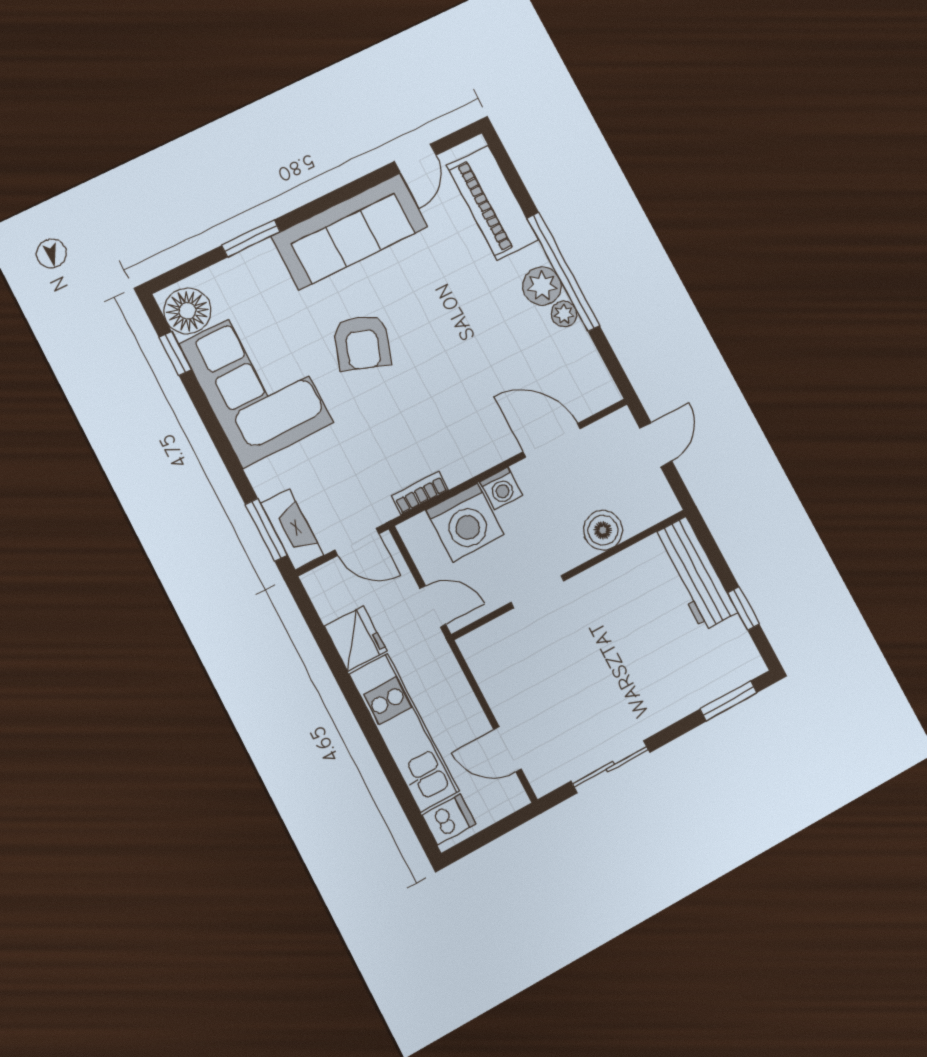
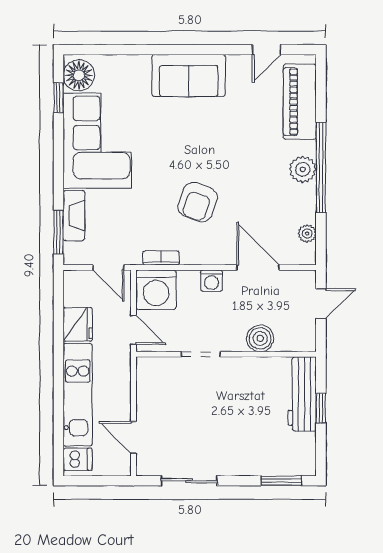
sofa: (350, 231) -> (189, 75), width x0.73
window: (251, 238) -> (140, 50), removed
plant: (564, 314) -> (307, 233), moved
armchair: (362, 343) -> (198, 202), moved
washing machine: (465, 522) -> (156, 290), moved
fireplace: (292, 529) -> (74, 216), moved
window: (743, 608) -> (321, 408), moved

